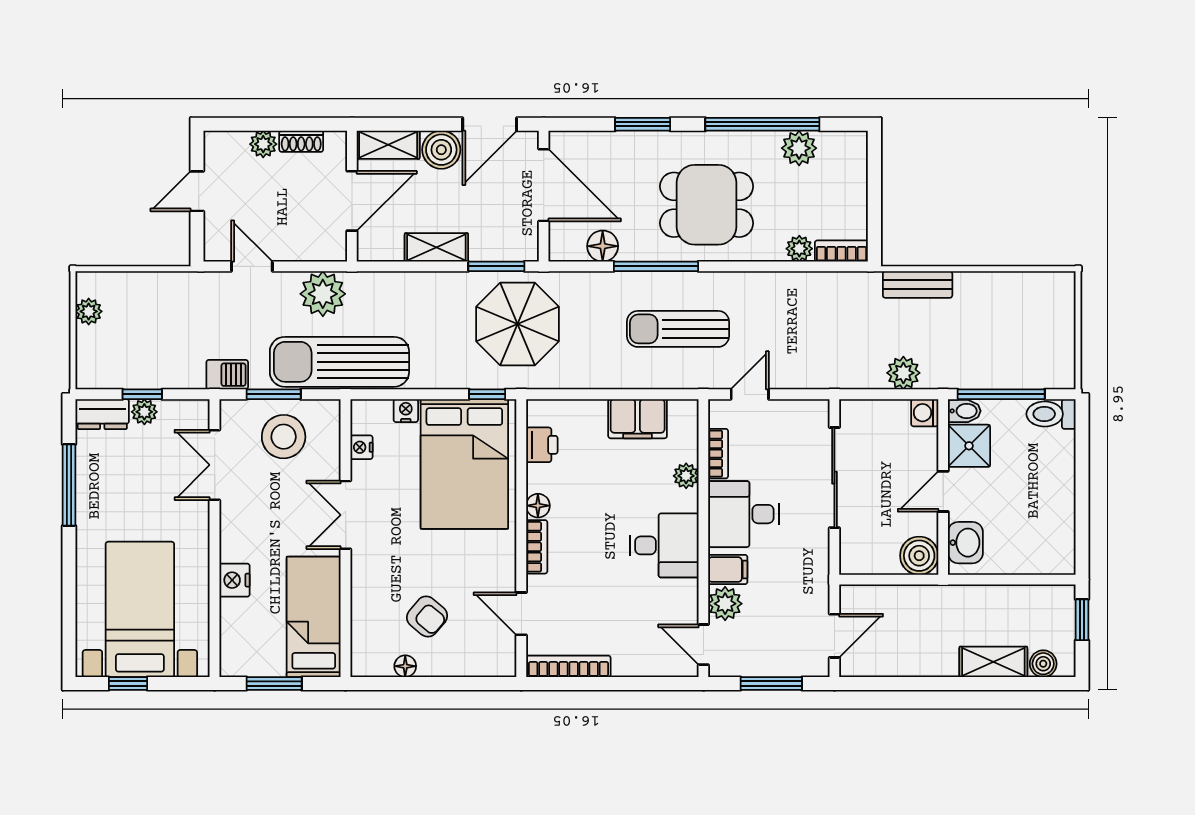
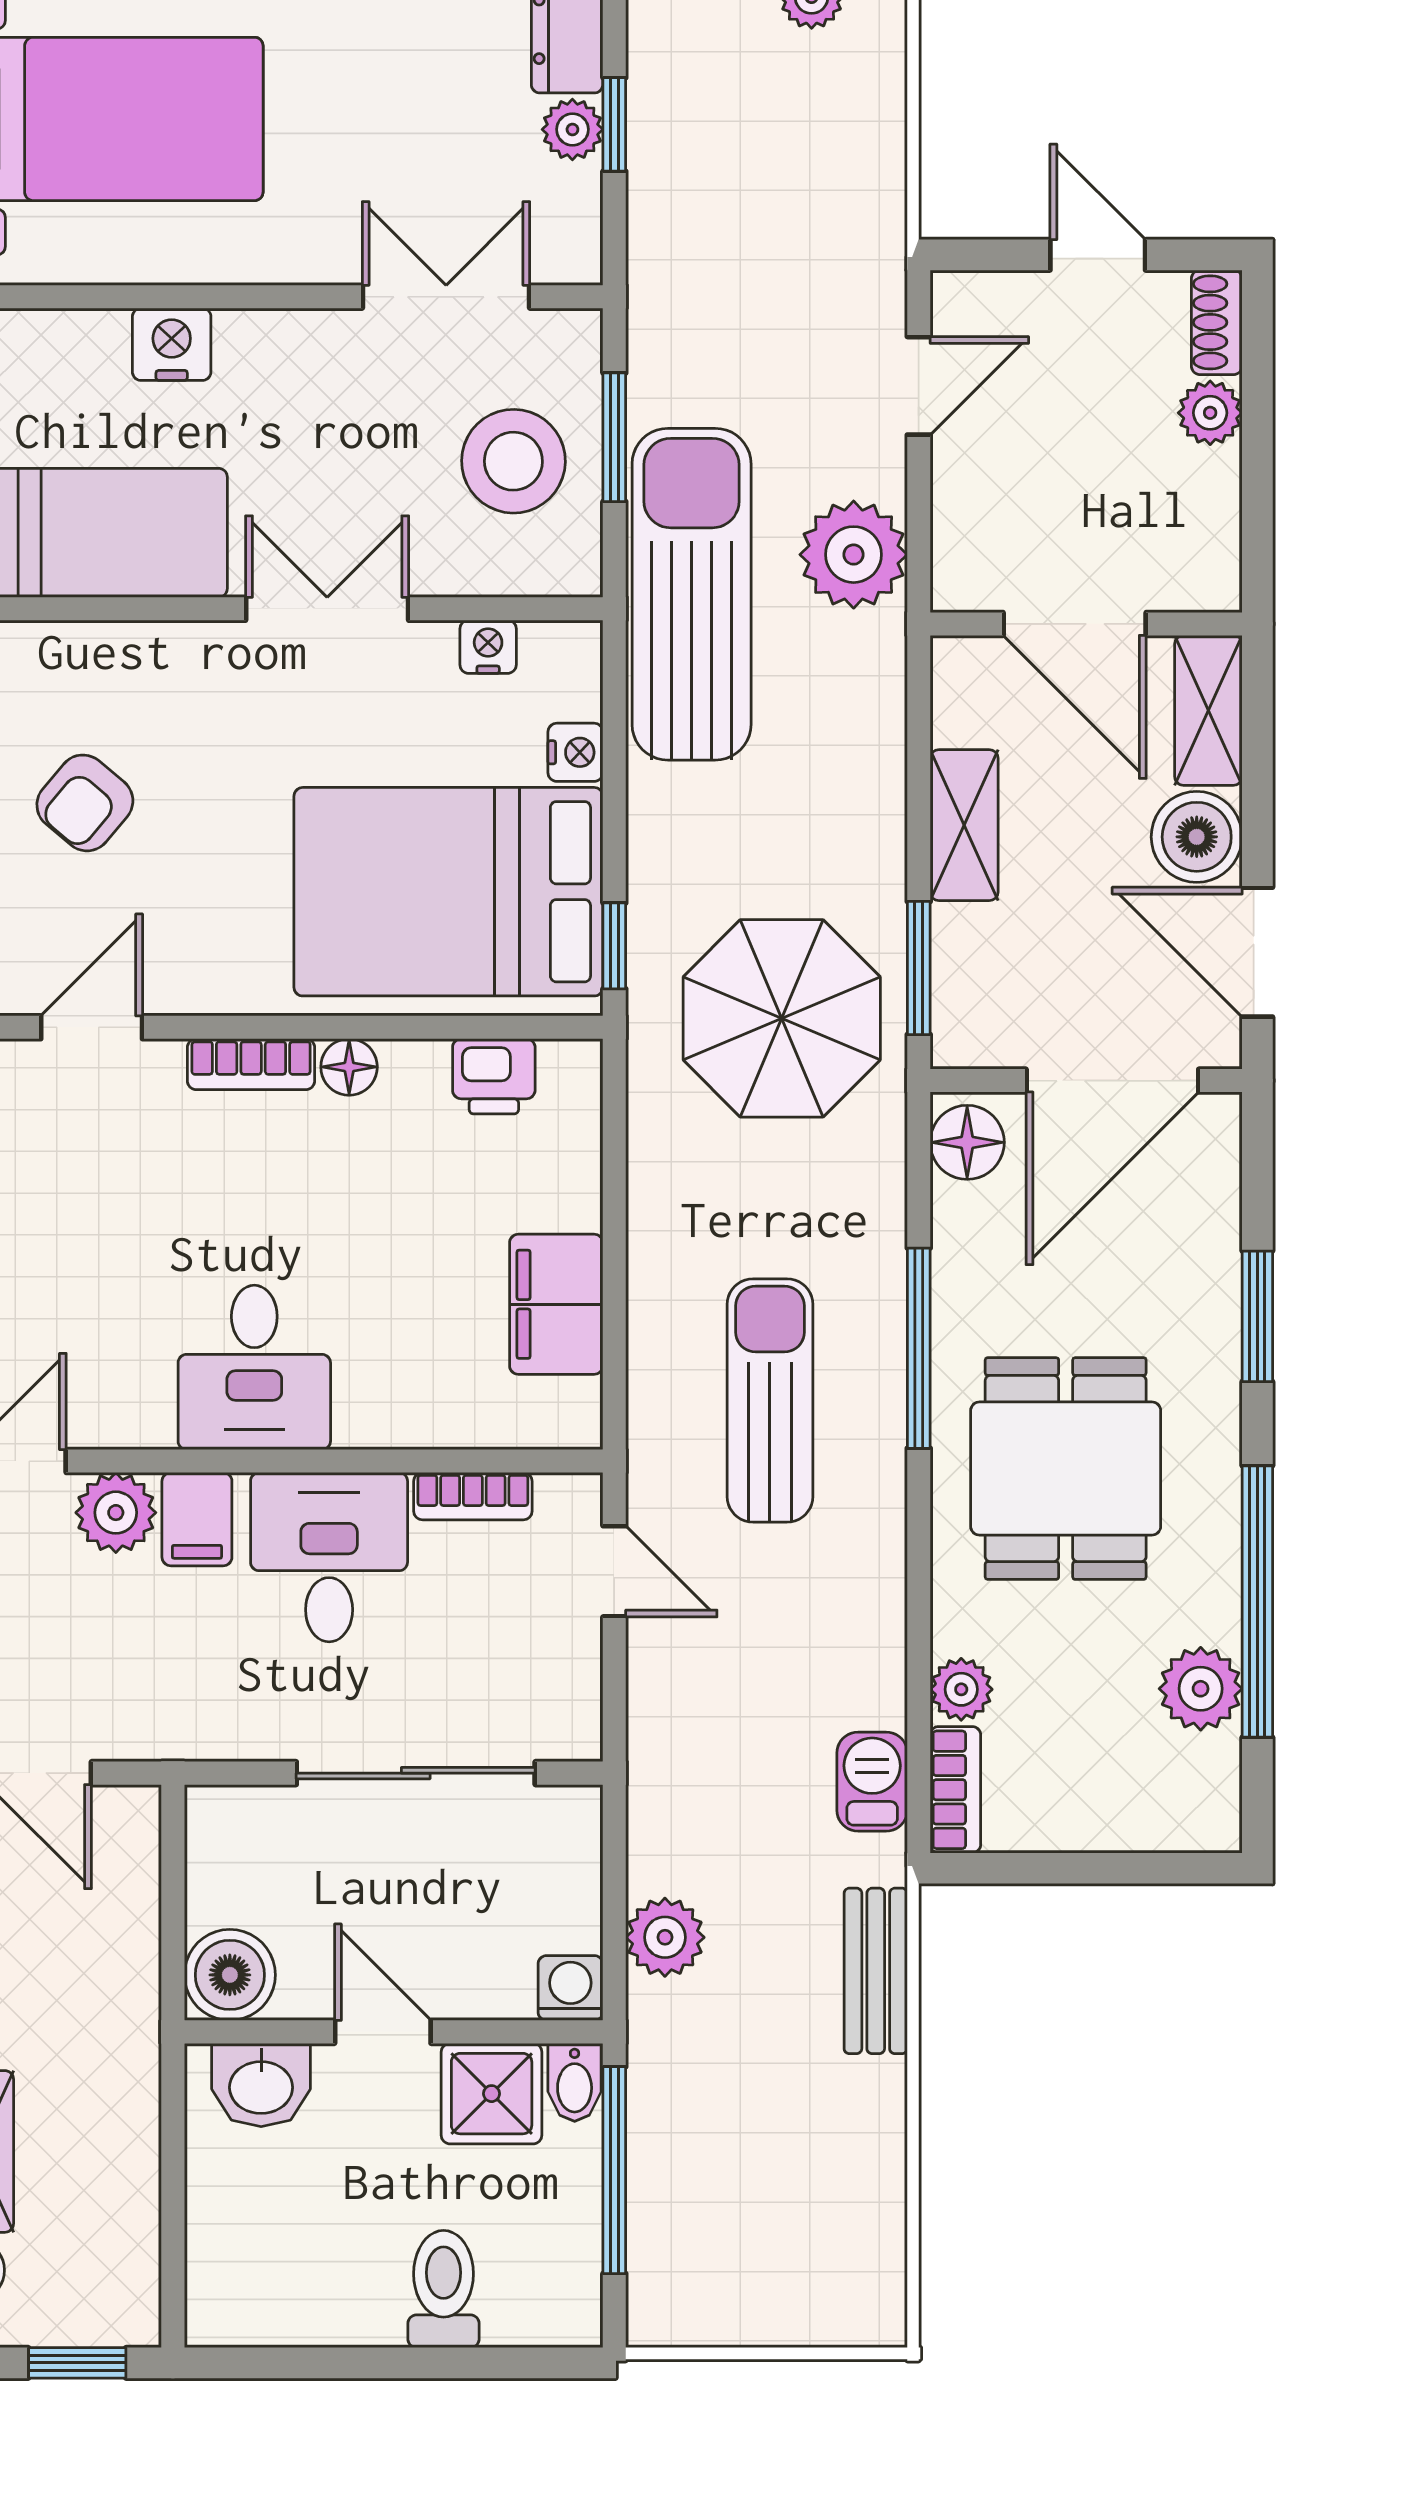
shoe rack: (301, 141) -> (1217, 322), moved
floor lamp: (603, 246) -> (967, 1142), moved
barbecue: (227, 375) -> (872, 1782), moved, turned 180
toilet: (1051, 414) -> (443, 2289), moved
plant: (686, 476) -> (420, 1420), removed

